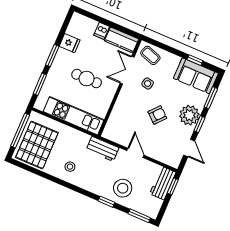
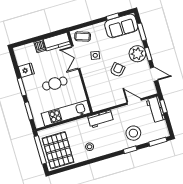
door: (135, 153) -> (134, 102), moved

